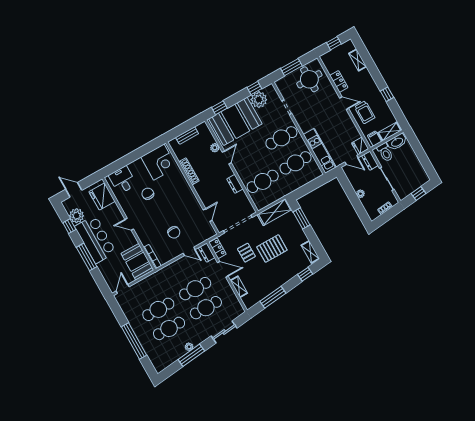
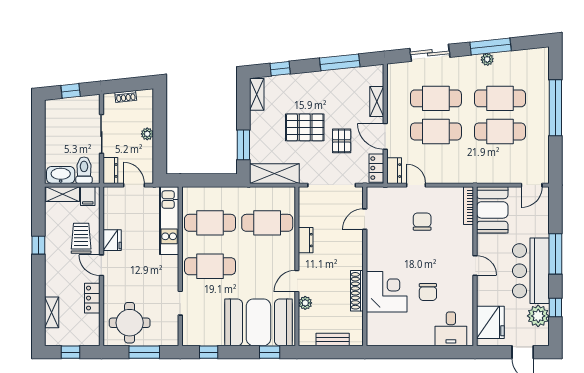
plant: (259, 100) -> (211, 334), removed
fridge: (360, 146) -> (112, 240), moved
corner desk: (159, 162) -> (387, 292), moved, turned 90

